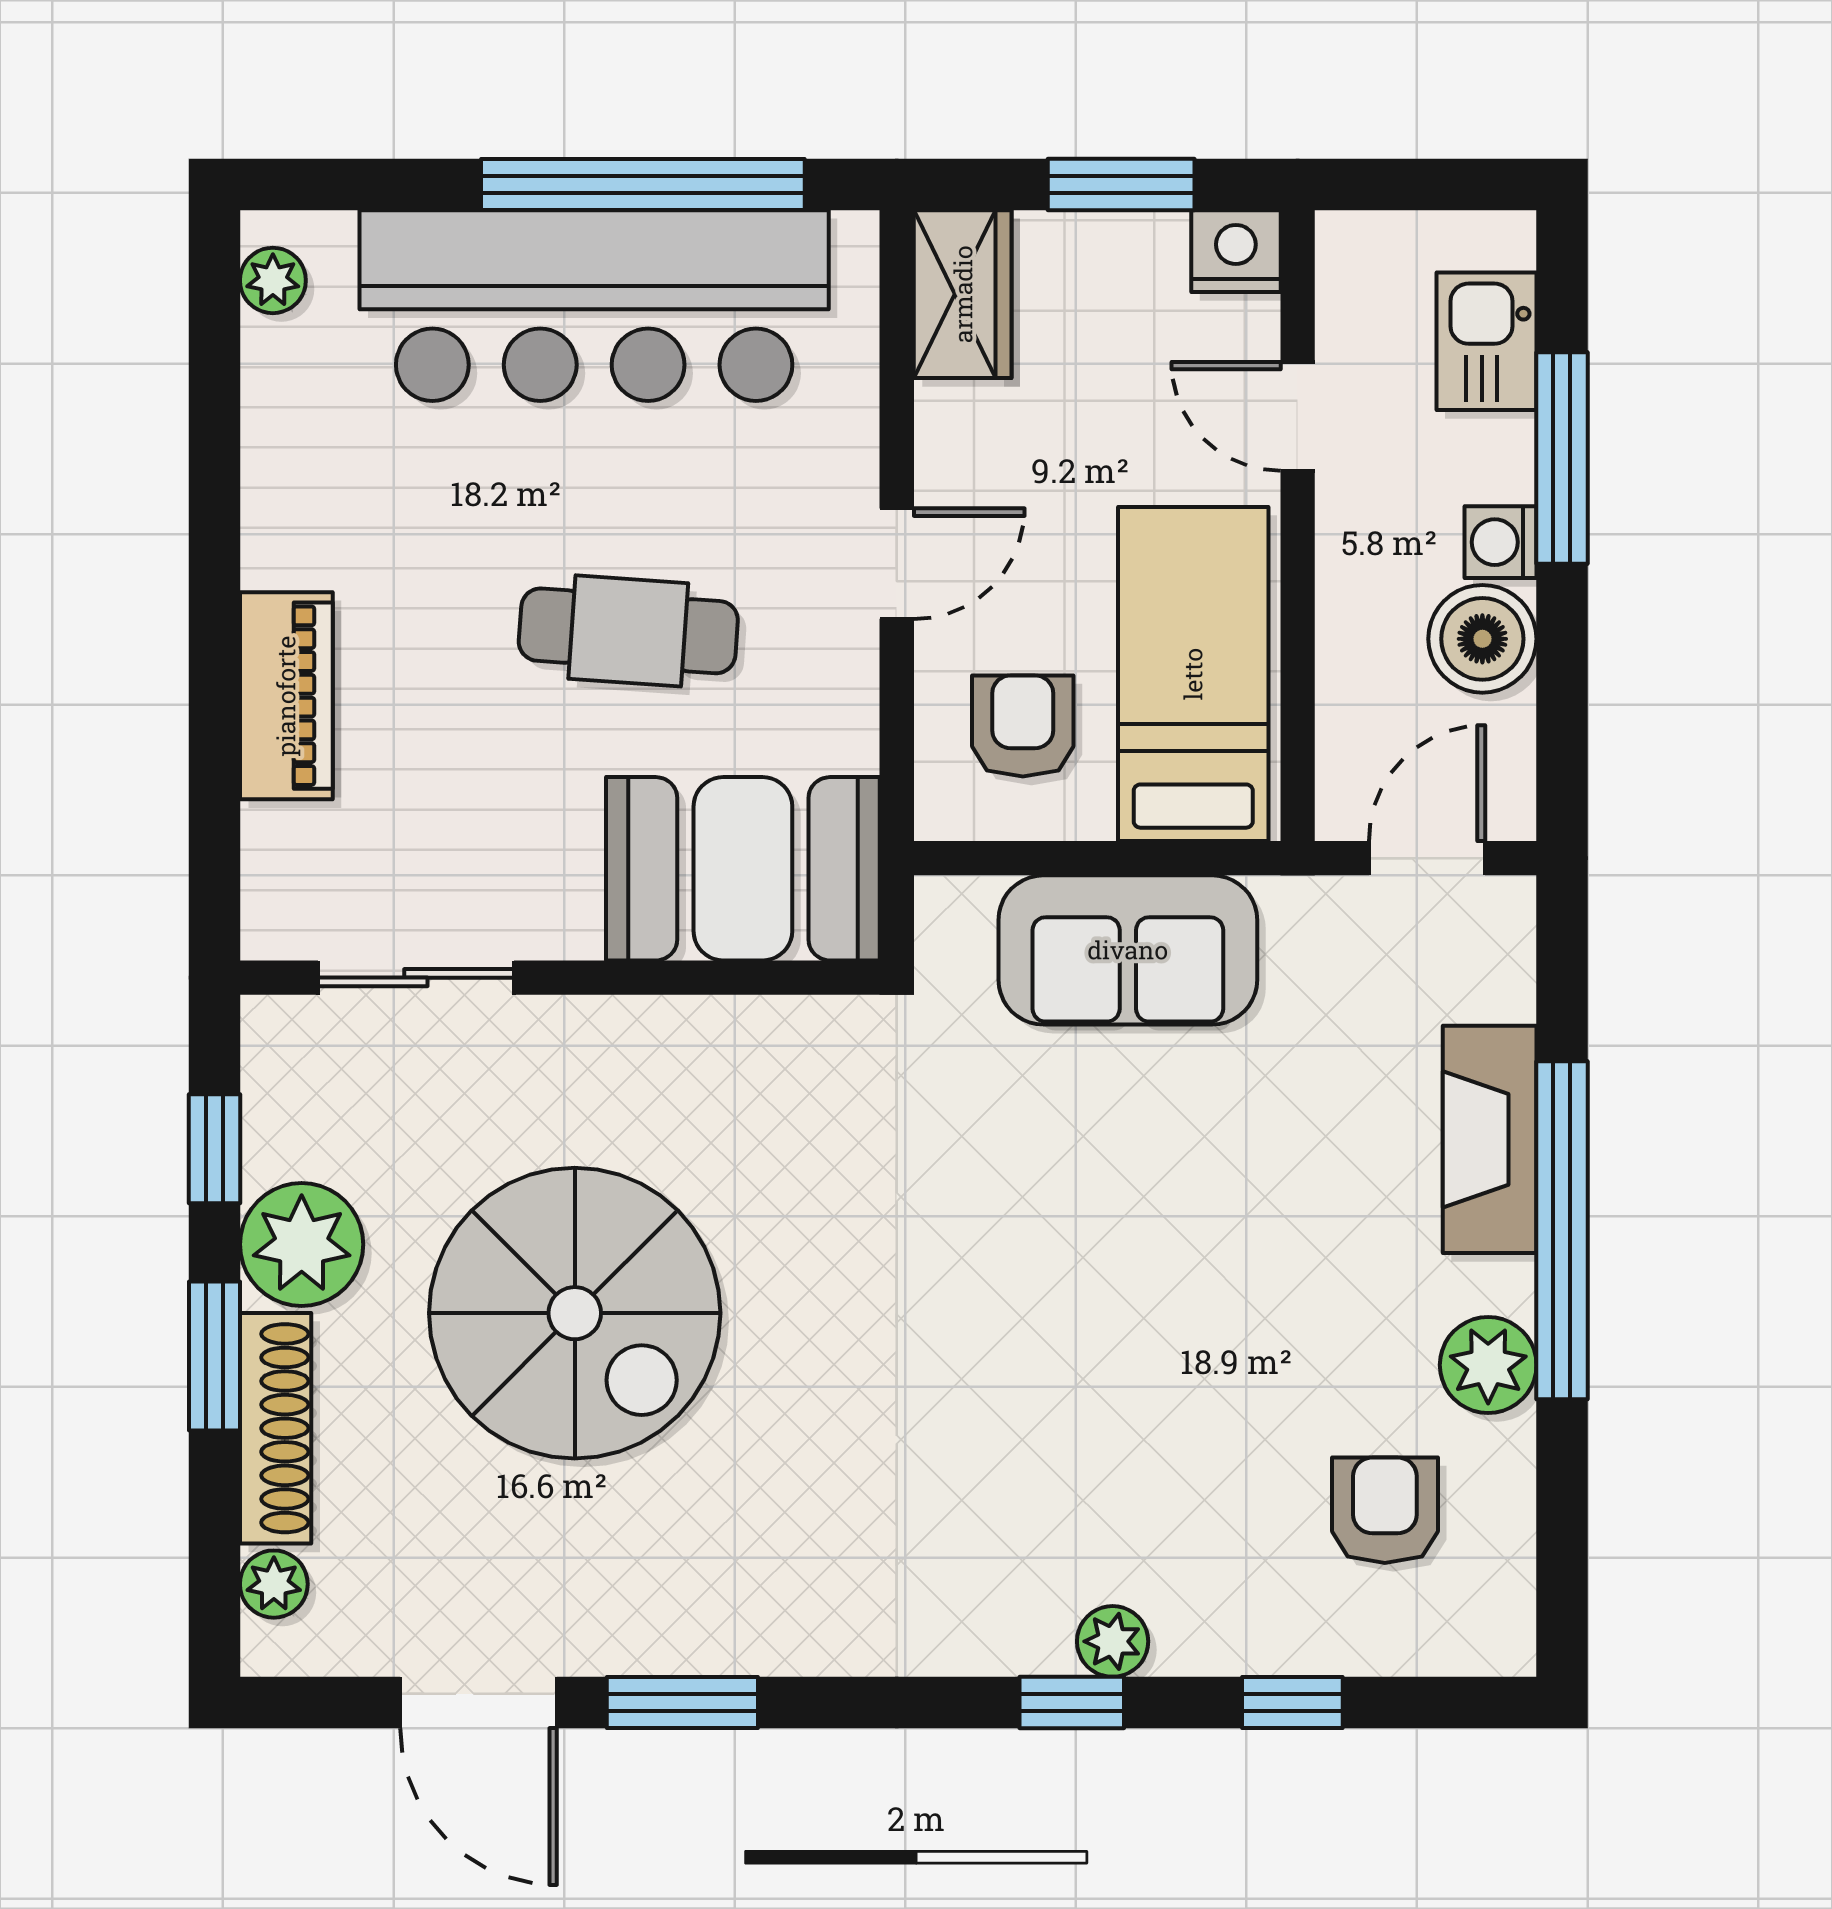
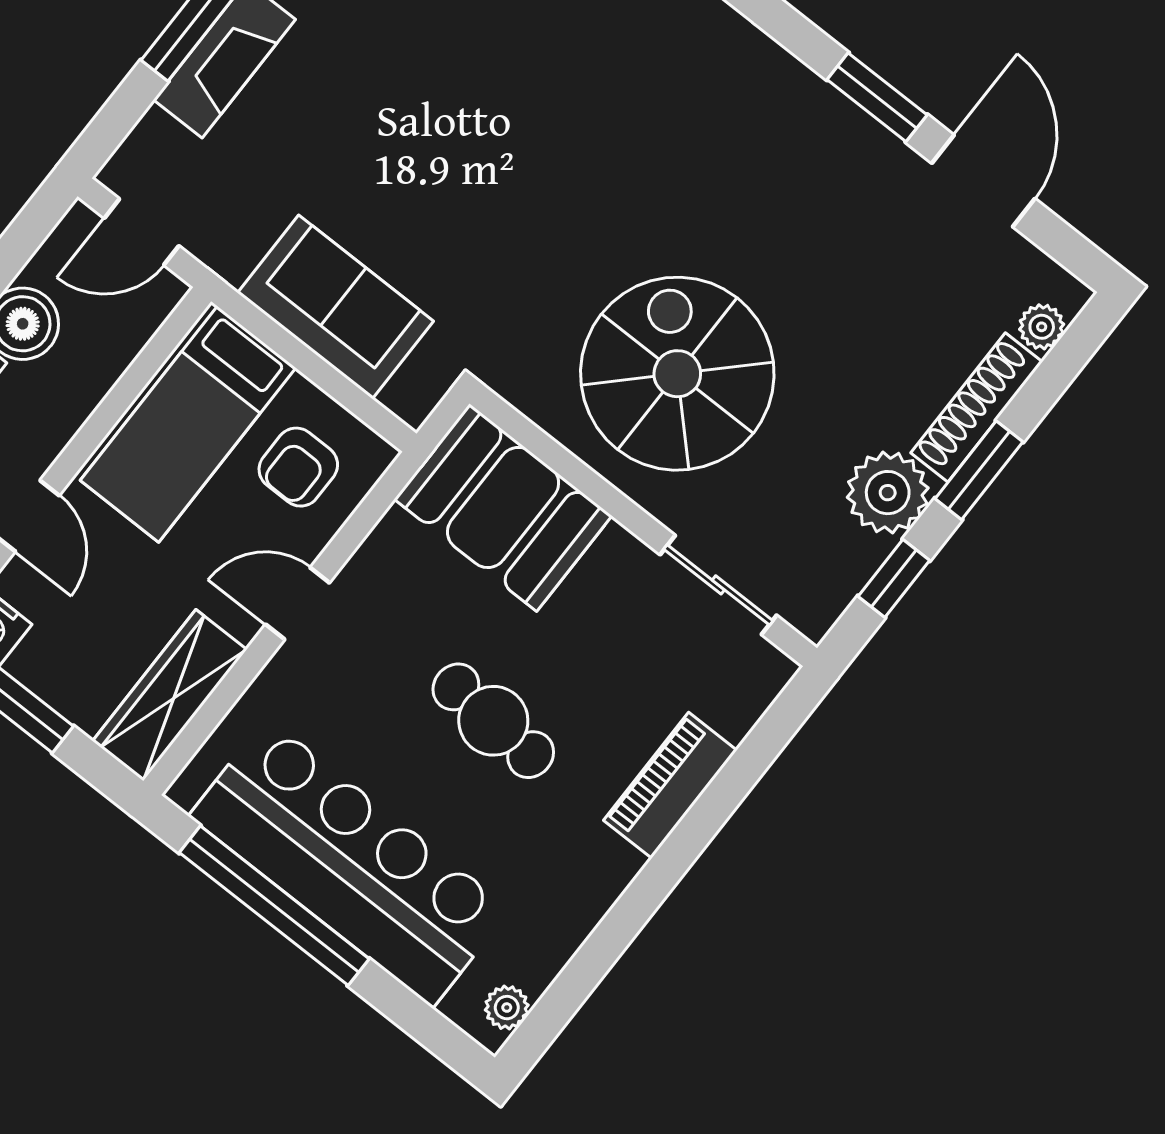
wardrobe: (963, 294) -> (170, 695), width x1.50
cafe table: (628, 631) -> (493, 721), moved
spiral stairs: (575, 1313) -> (677, 374), moved

